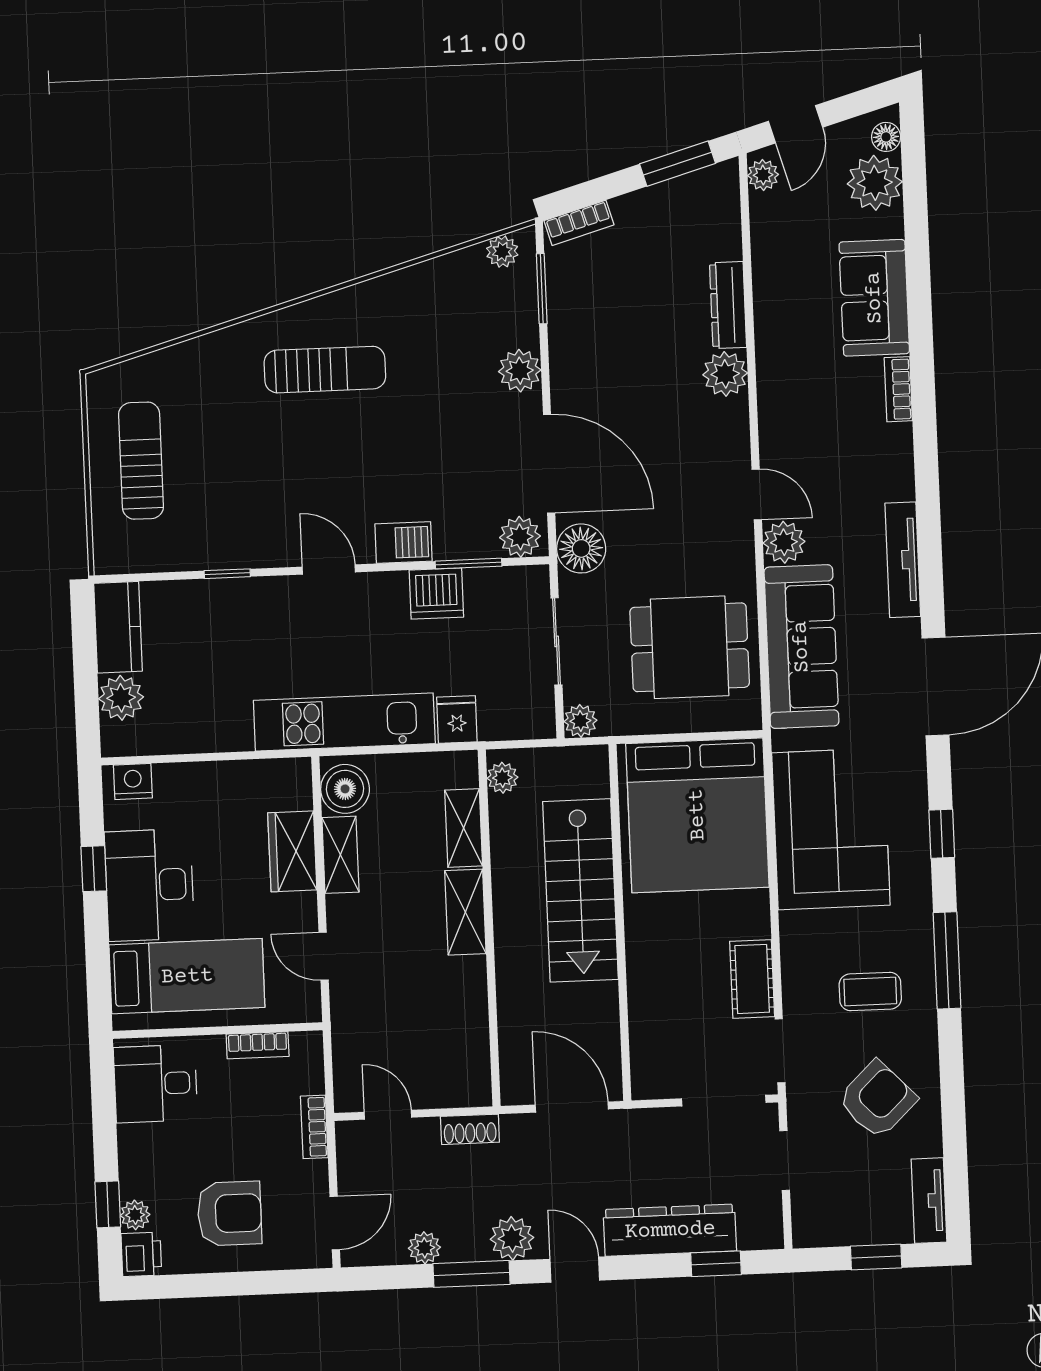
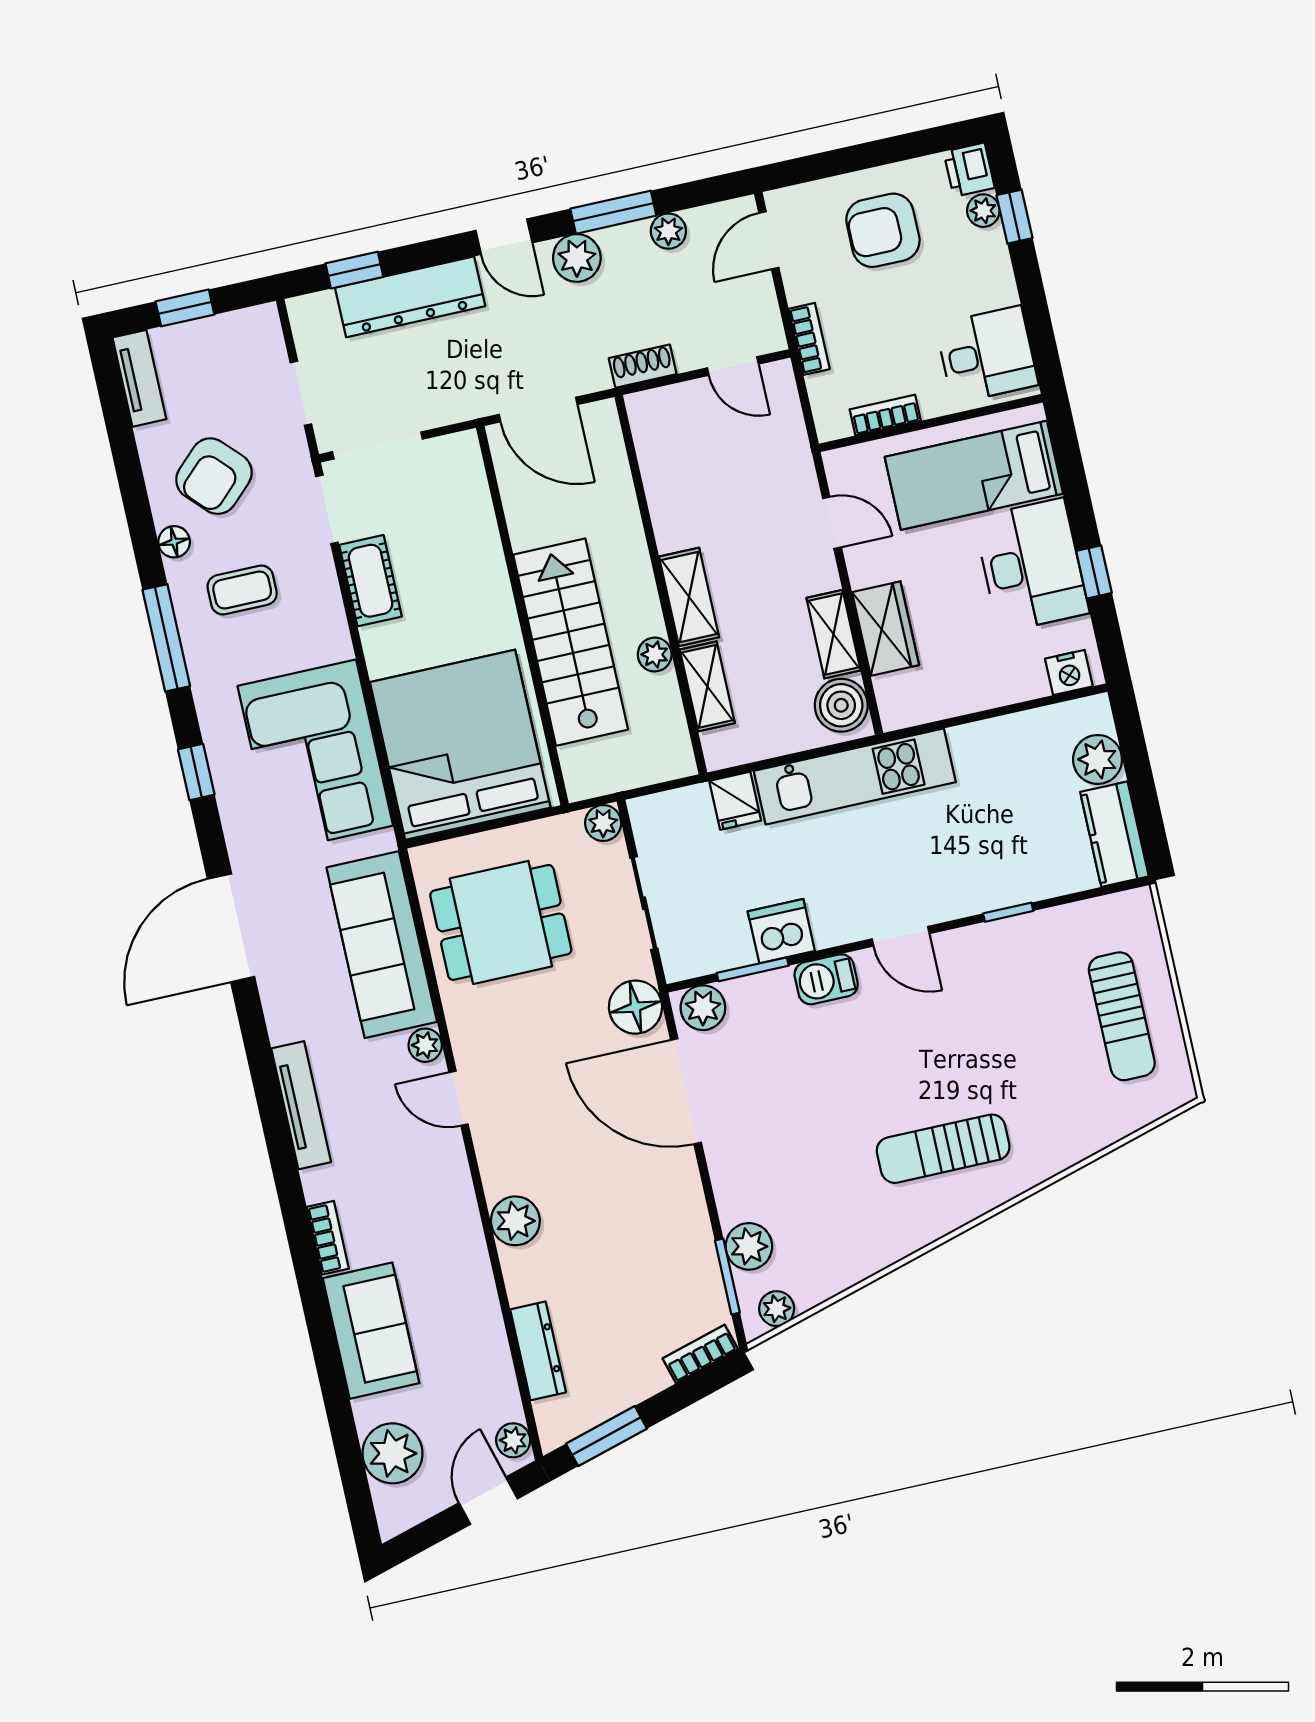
floor lamp: (886, 137) -> (174, 542), moved
dresser: (728, 305) -> (538, 1351), moved
plant: (520, 371) -> (749, 1246), moved
plant: (784, 542) -> (425, 1045), width x0.73, depth x0.73
tv unit: (903, 560) -> (301, 1105), moved
plant: (502, 778) -> (655, 655), moved

